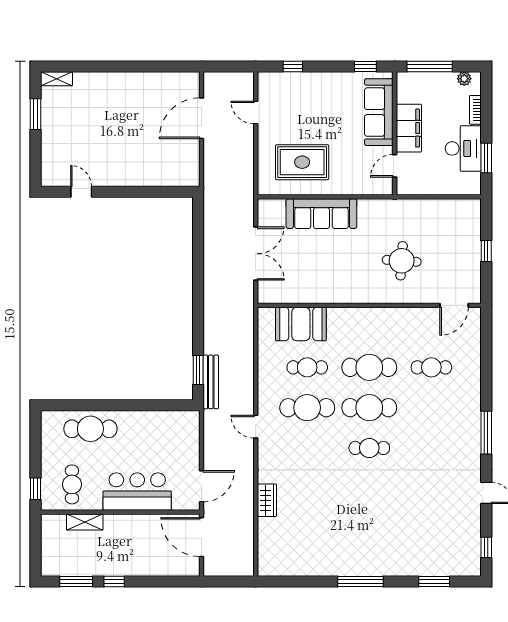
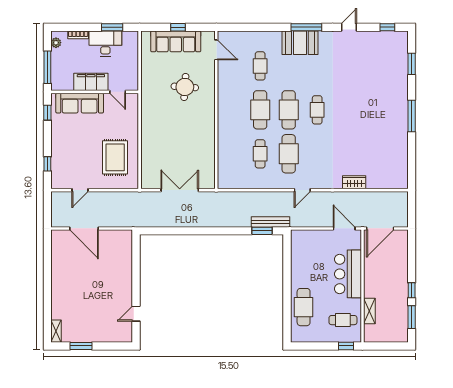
sofa: (321, 214) -> (176, 41), moved, turned 90
booth: (301, 324) -> (300, 43), moved, turned 90

